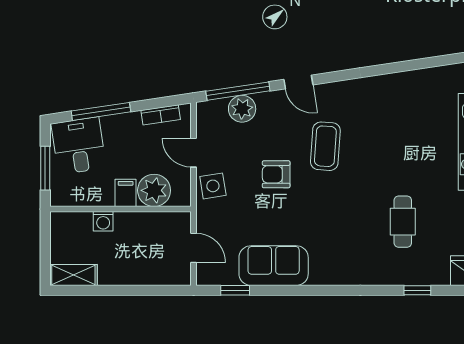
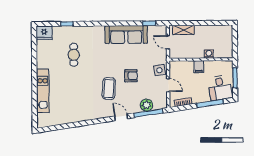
plant: (154, 190) -> (186, 68), removed
sofa: (274, 266) -> (126, 35), width x1.36
shelving: (73, 275) -> (183, 30), moved

